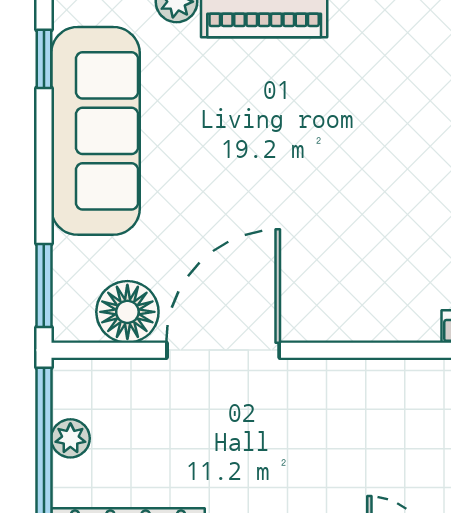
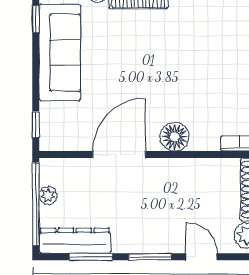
window: (44, 286) -> (36, 124), width x0.67
floor lamp: (127, 312) -> (175, 137), moved

